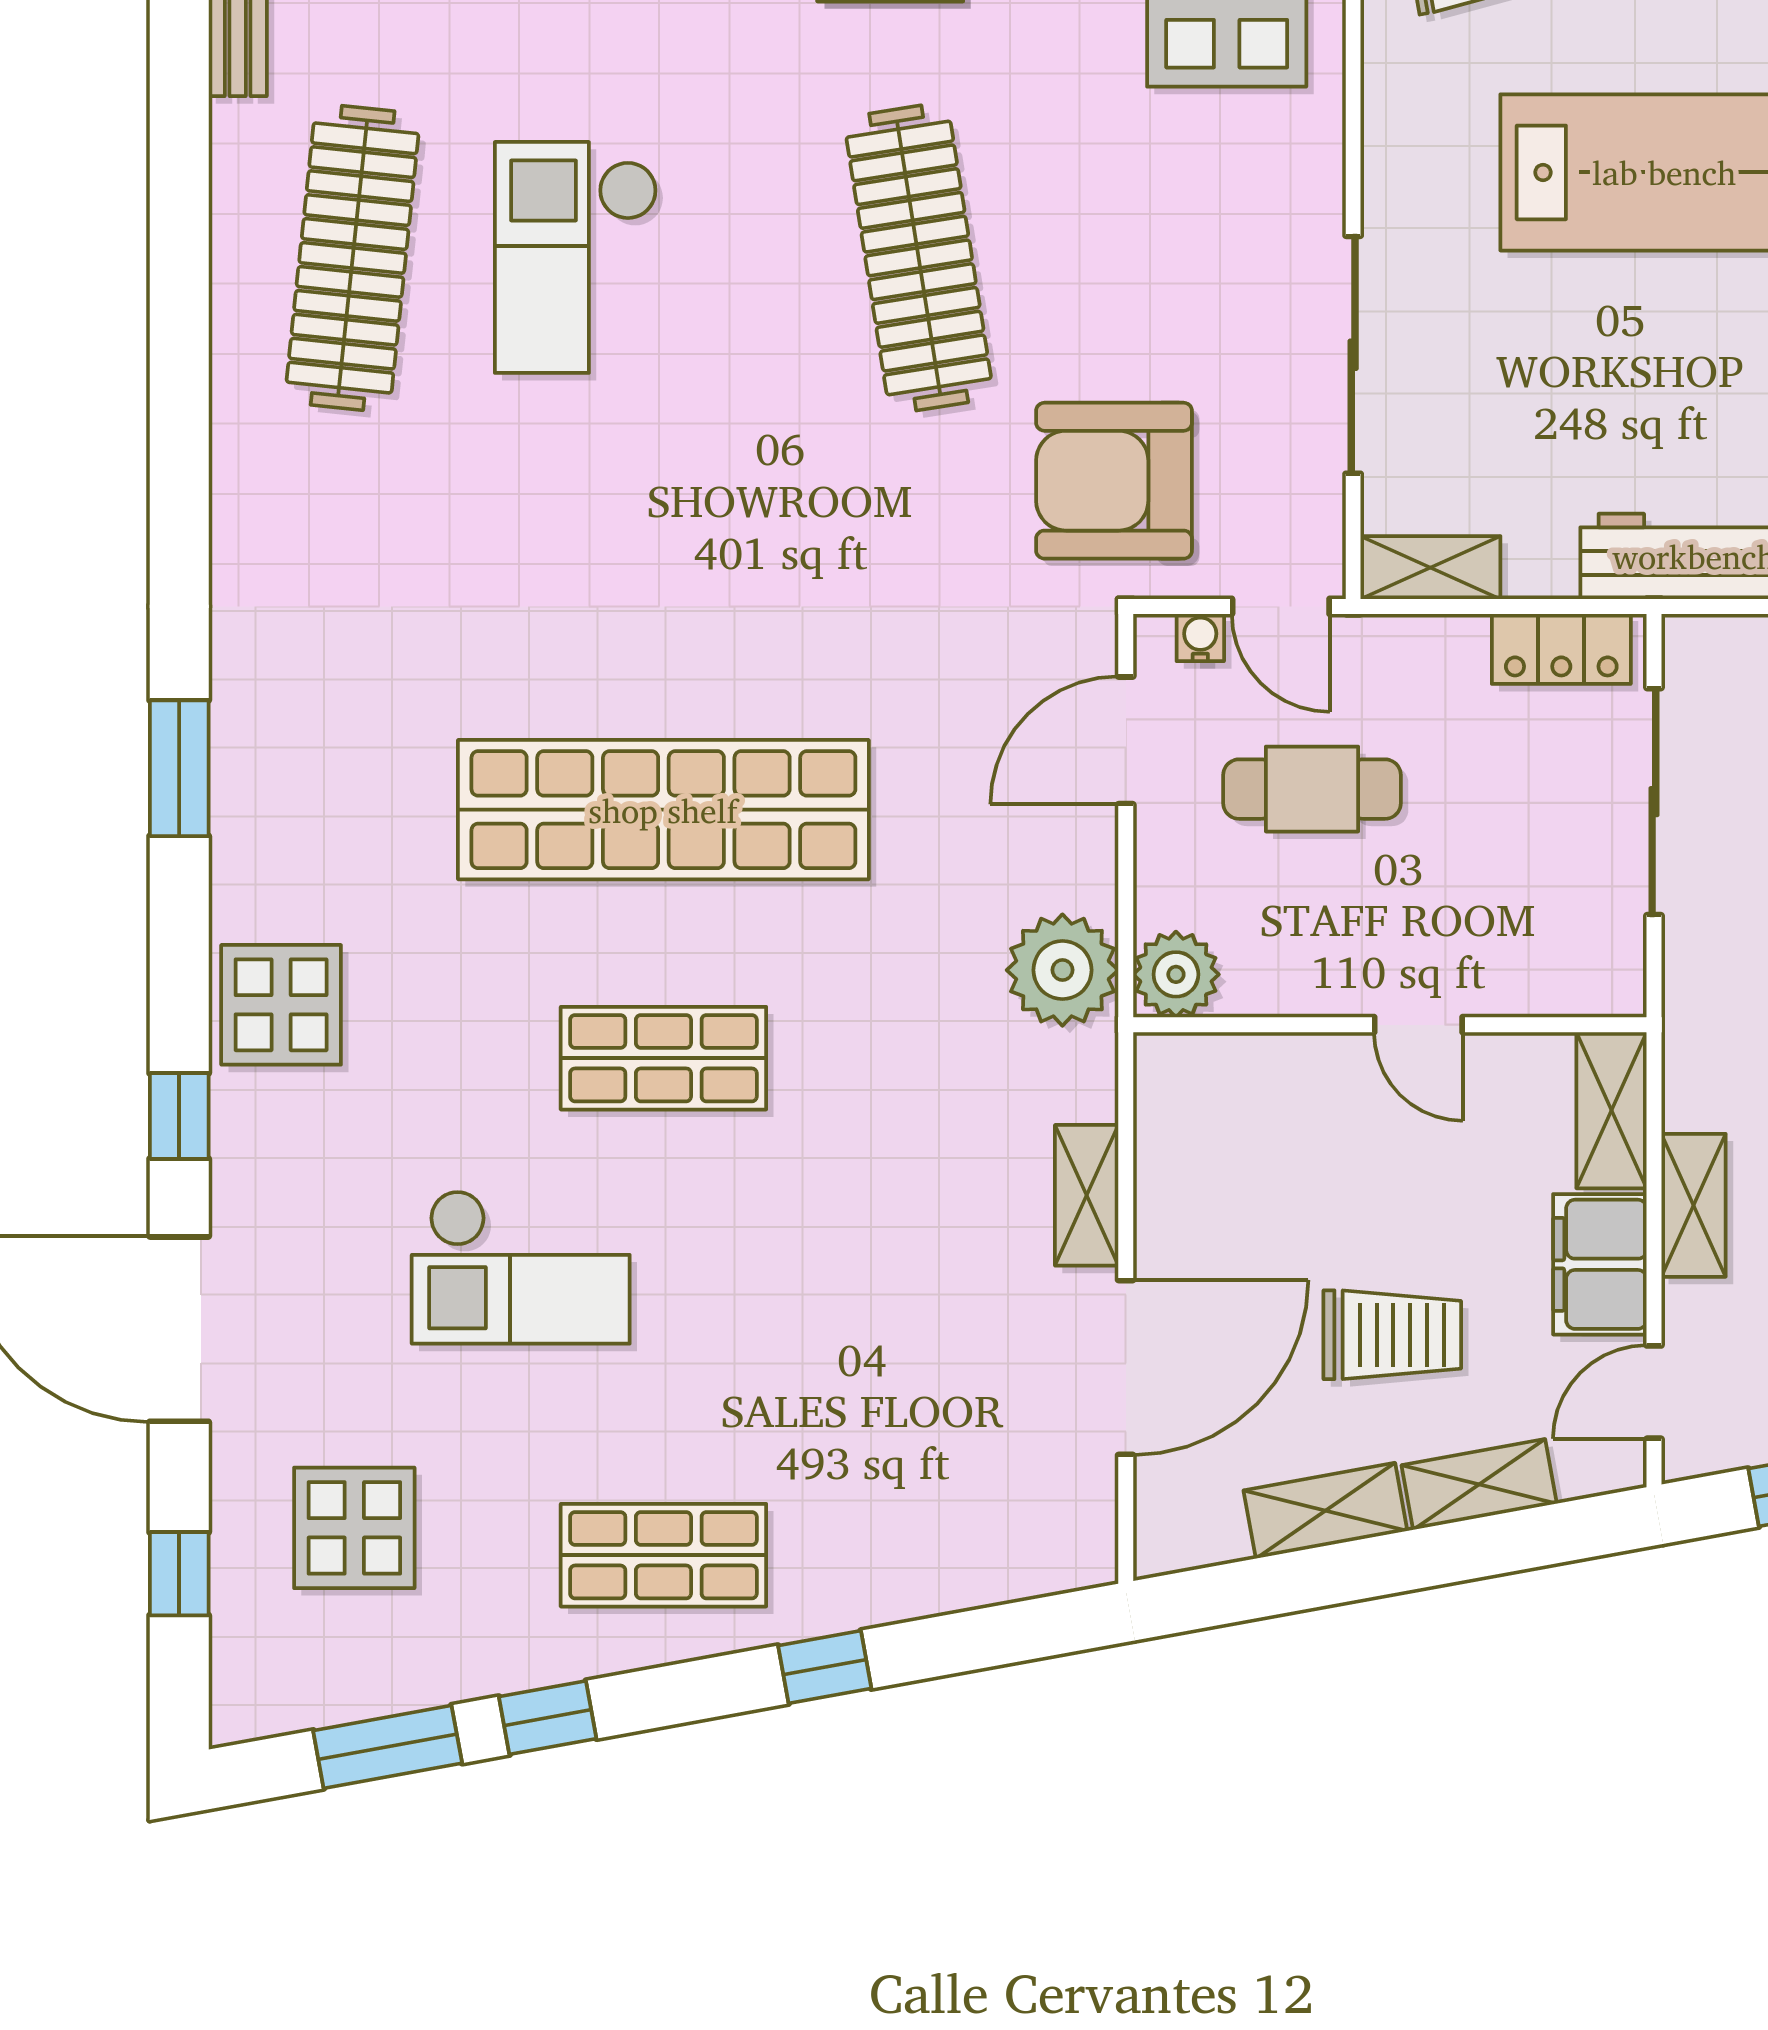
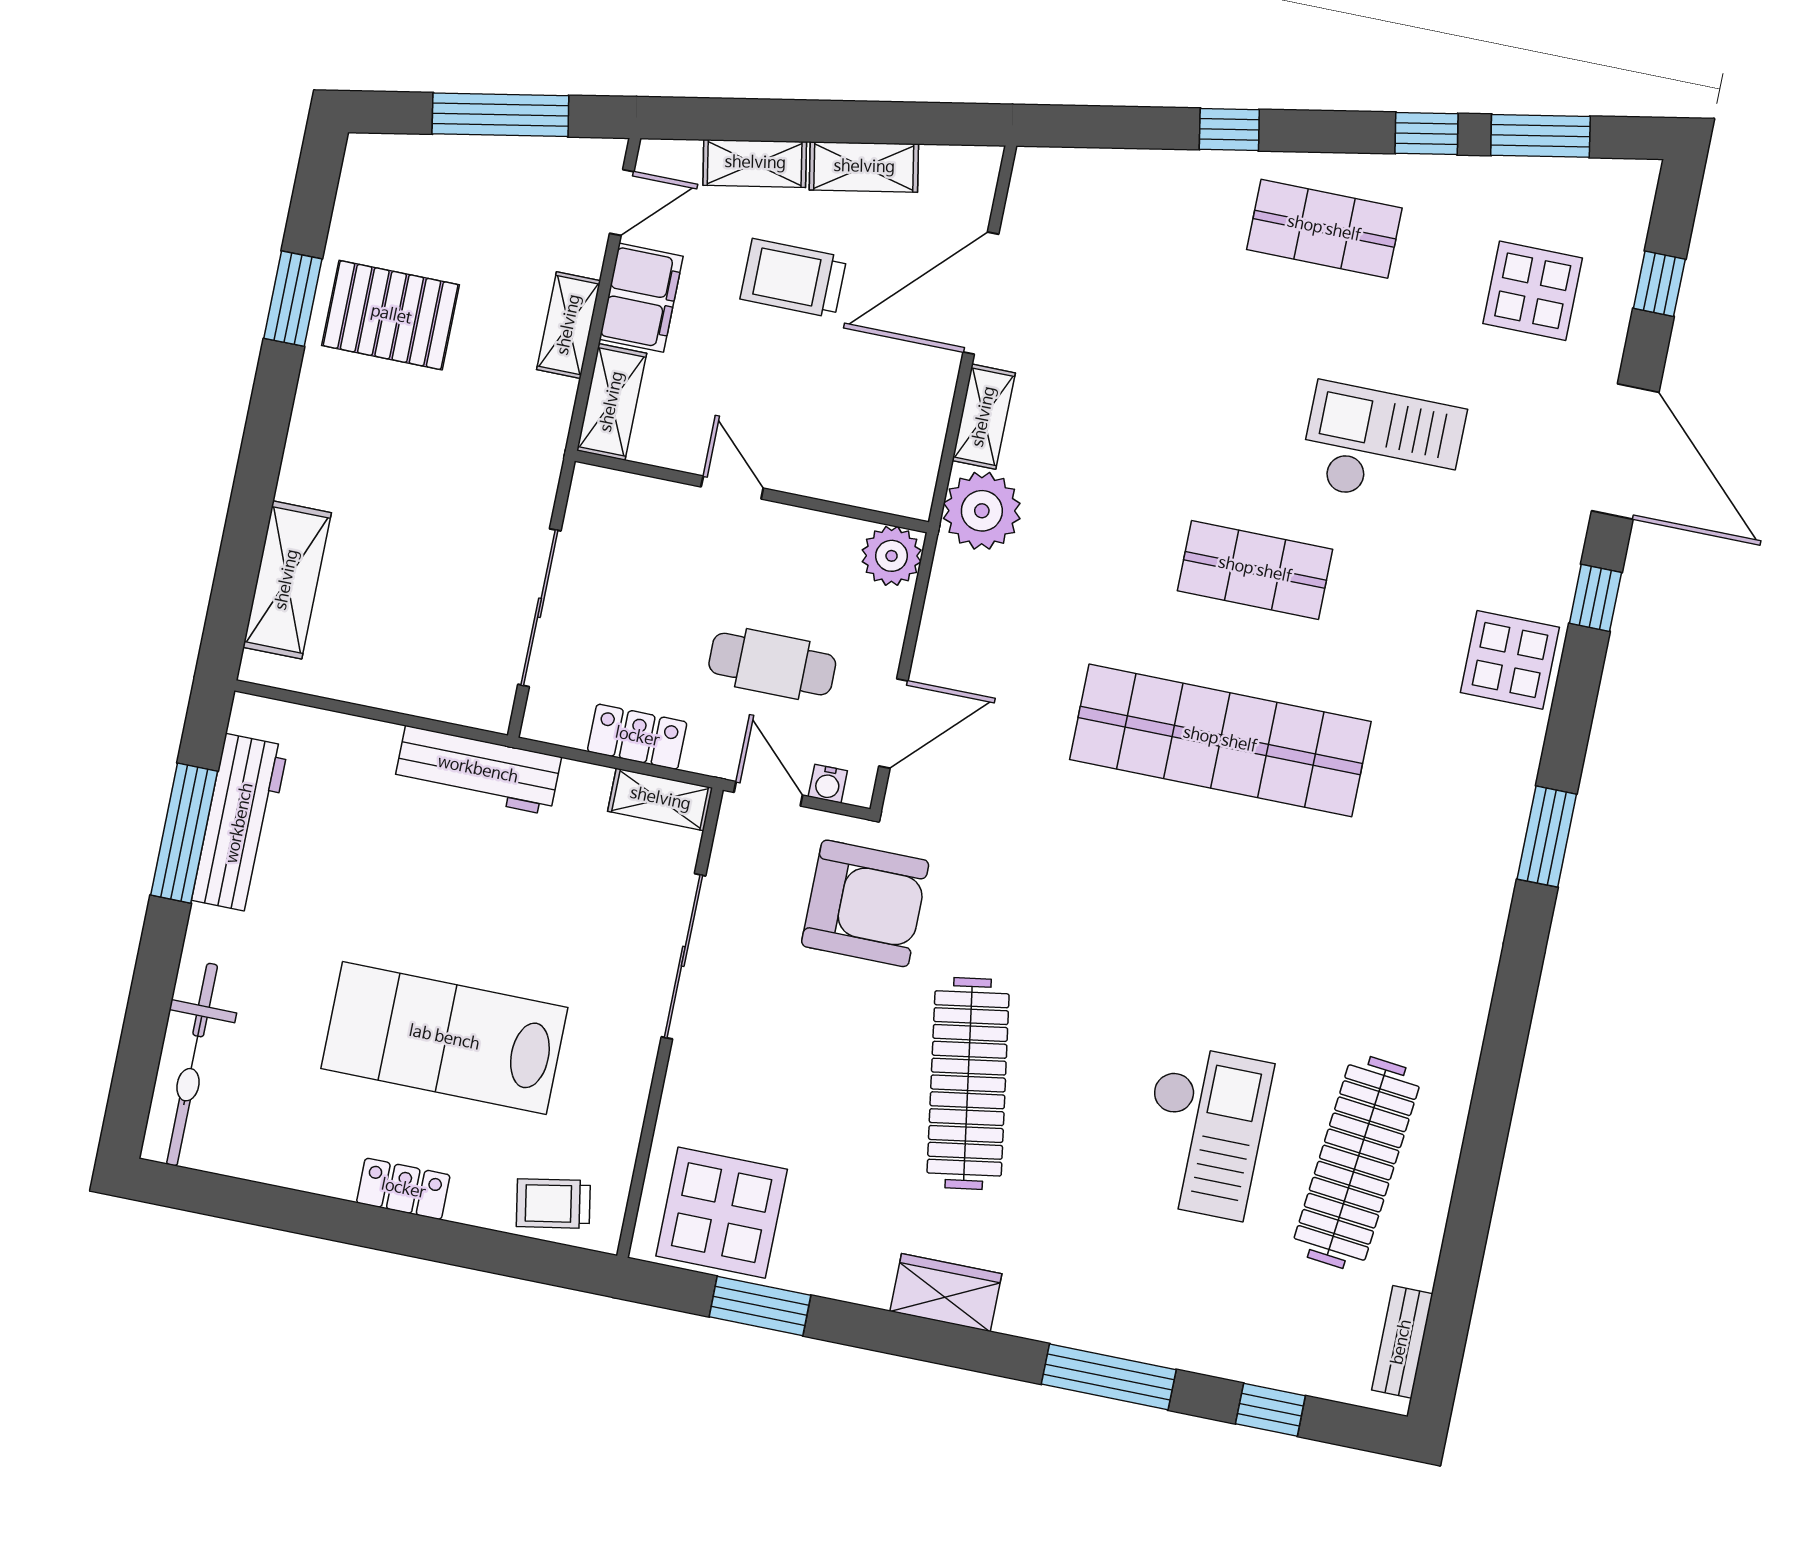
locker: (1561, 649) -> (637, 737), moved
plant: (1062, 970) -> (982, 511), moved

